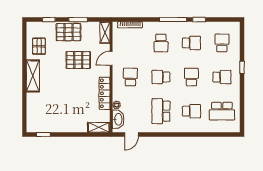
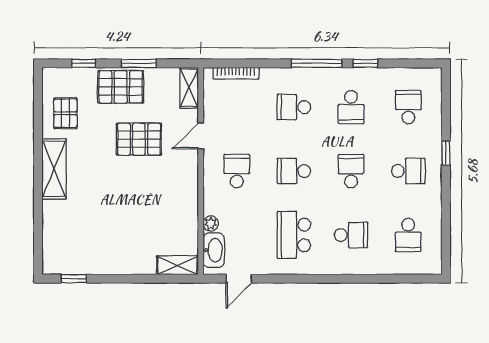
school desk: (161, 43) -> (294, 107), turned 90
school desk: (191, 43) -> (351, 107), turned 90
locker: (105, 93) -> (188, 201), removed
school desk: (222, 111) -> (408, 235), width x0.54

